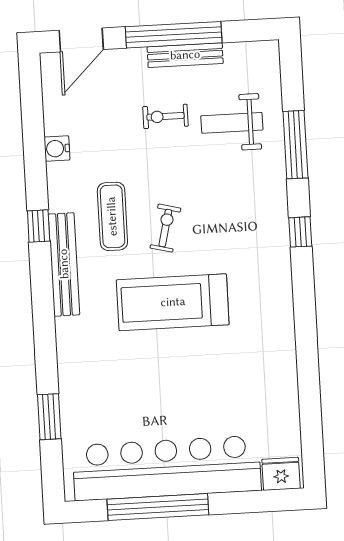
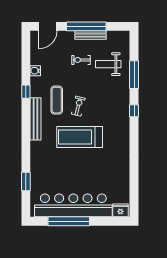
window: (39, 226) -> (26, 92), moved

